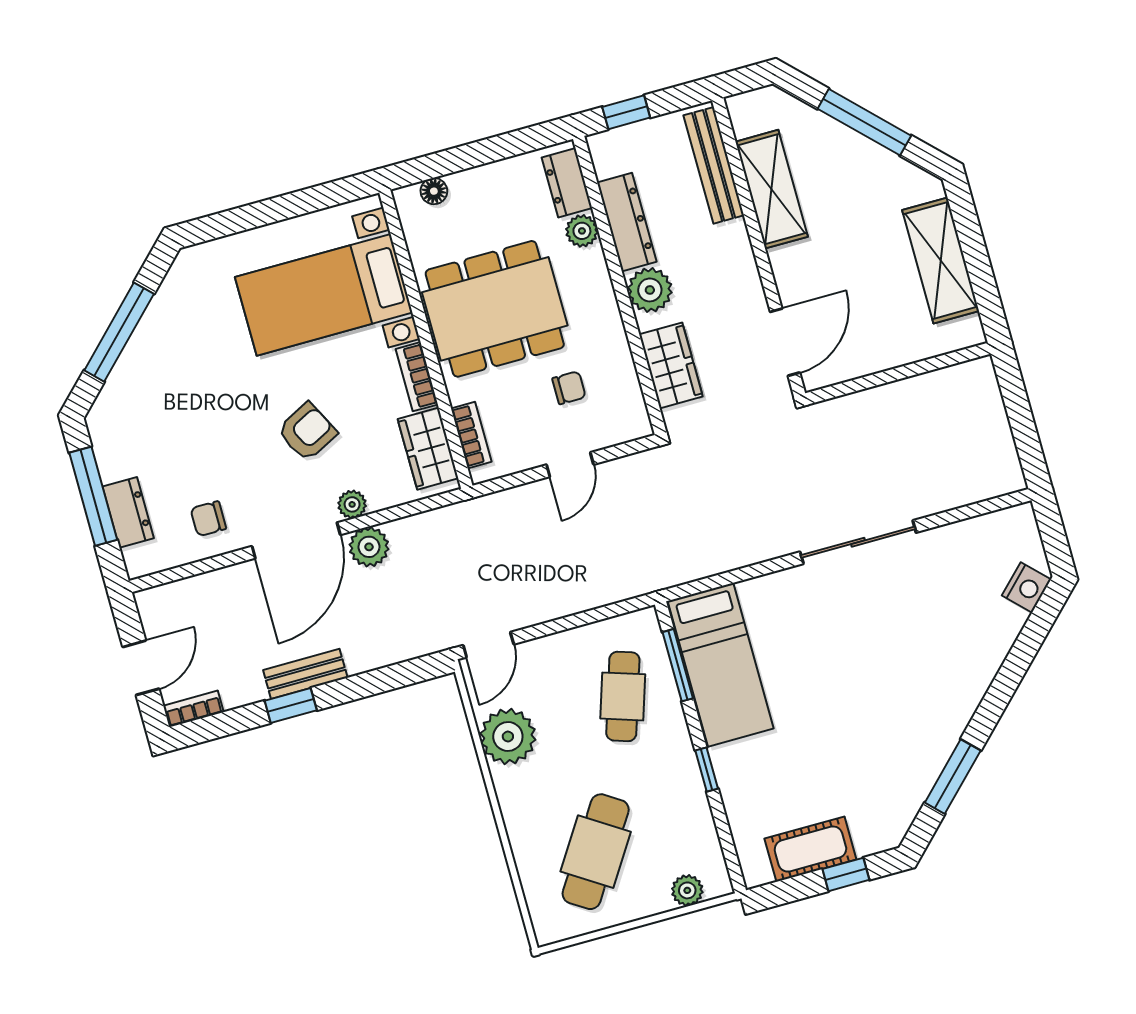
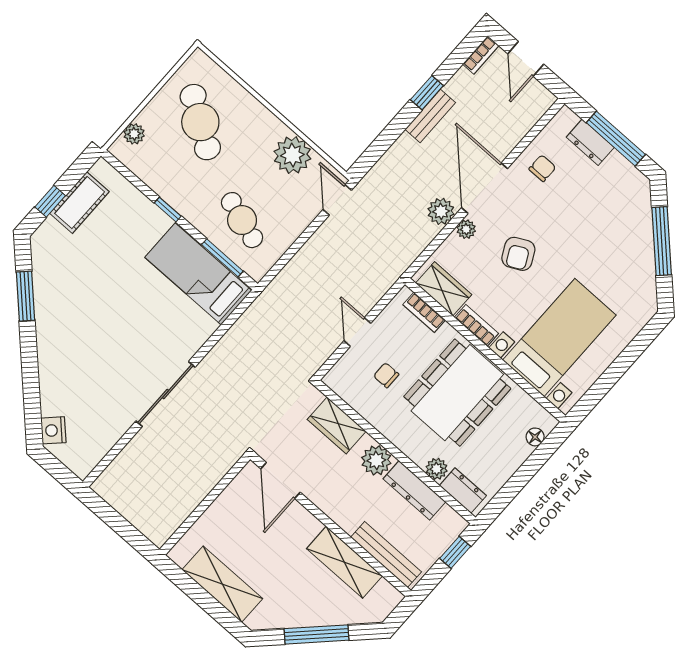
chair: (569, 388) -> (386, 375), turned 90

